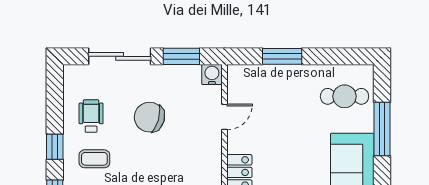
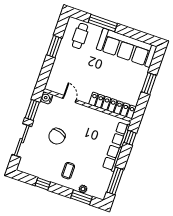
window: (282, 56) -> (54, 47), moved
wheelchair: (91, 116) -> (46, 165), removed
window: (55, 147) -> (43, 184), moved

